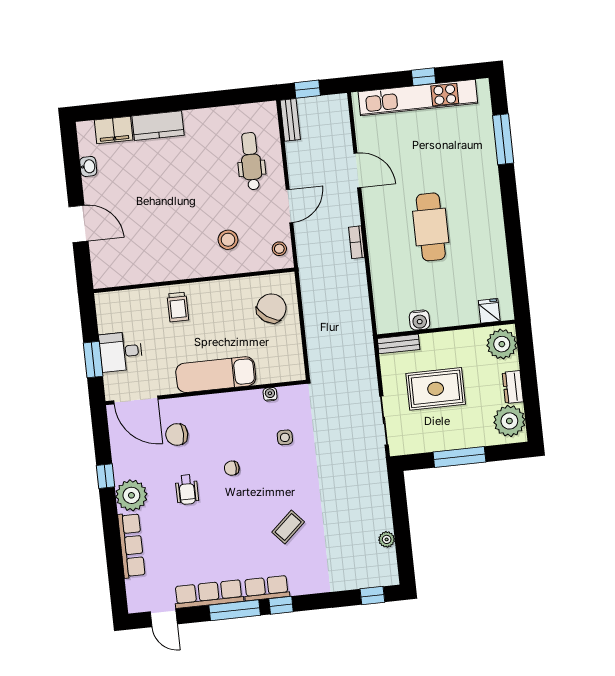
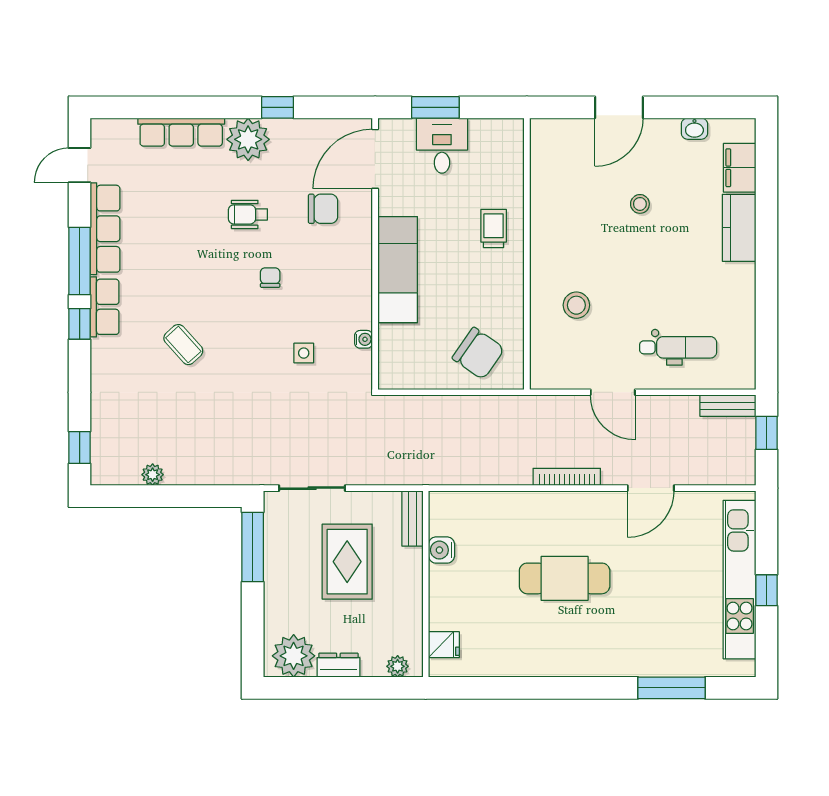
bookcase: (357, 242) -> (567, 477), width x1.56
stool: (279, 249) -> (640, 204), moved
trolley: (178, 307) -> (494, 228), turned 90
plant: (502, 344) -> (398, 666), width x0.53, depth x0.53
chair: (177, 434) -> (323, 209), turned 90
window: (459, 457) -> (253, 547), moved

